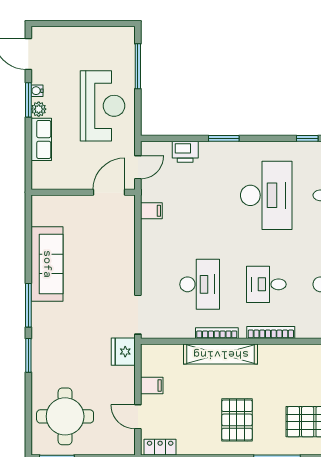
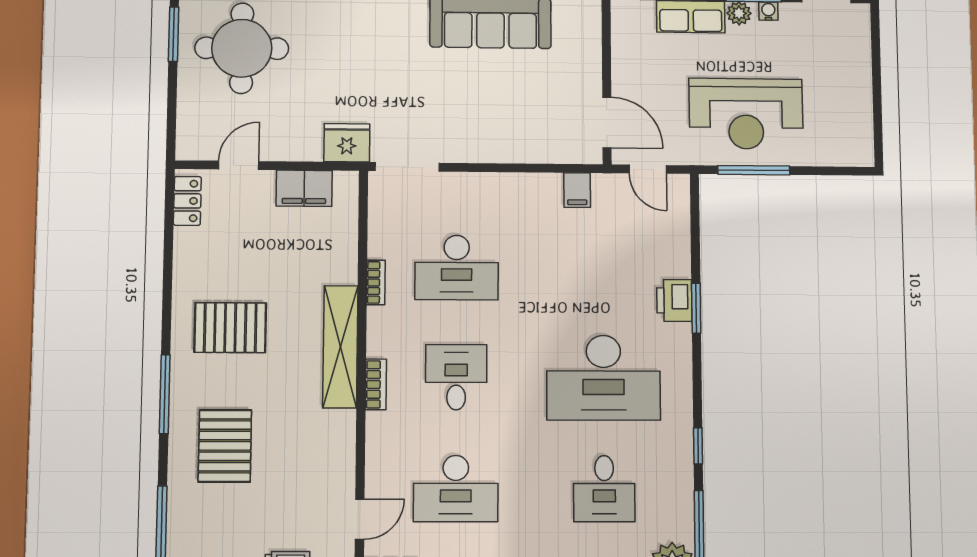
window: (138, 66) -> (754, 170), moved
printer: (185, 152) -> (674, 300), moved
bookcase: (271, 332) -> (376, 384), width x0.64
bookcase: (217, 333) -> (376, 282), width x0.64
shelving: (221, 354) -> (340, 347), moved
filing cabinet: (152, 385) -> (304, 188), width x2.00

